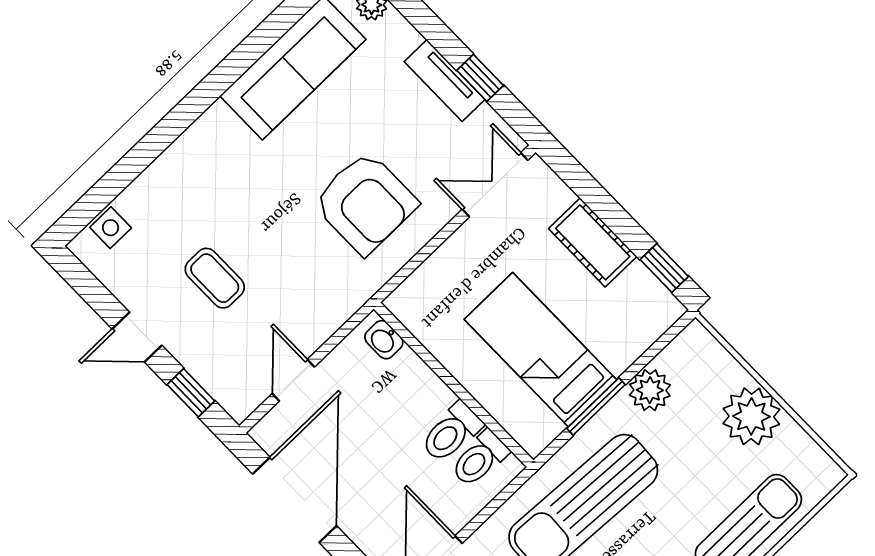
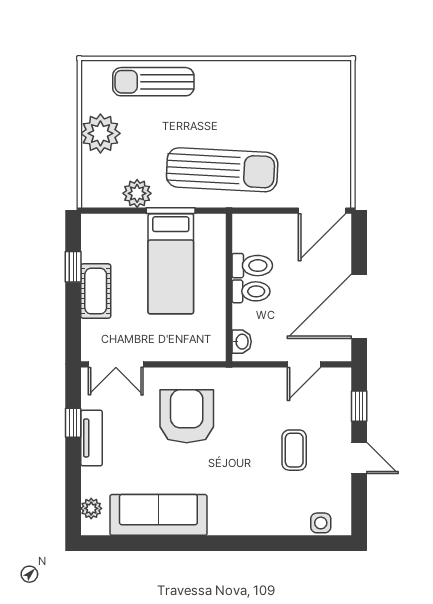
window: (664, 268) -> (73, 267), moved
toilet: (480, 459) -> (251, 291), moved

